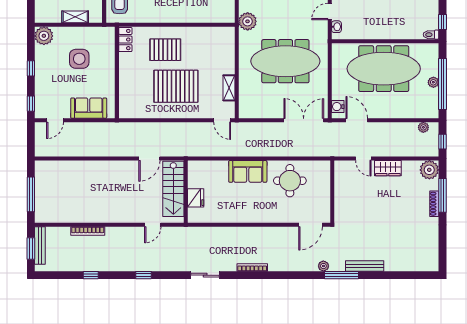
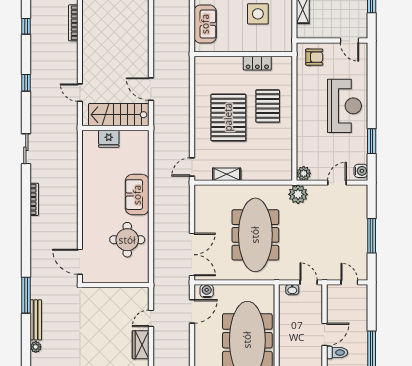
plant: (228, 16) -> (304, 173), added
locker: (125, 40) -> (257, 63), moved
plant: (323, 266) -> (36, 347), moved

